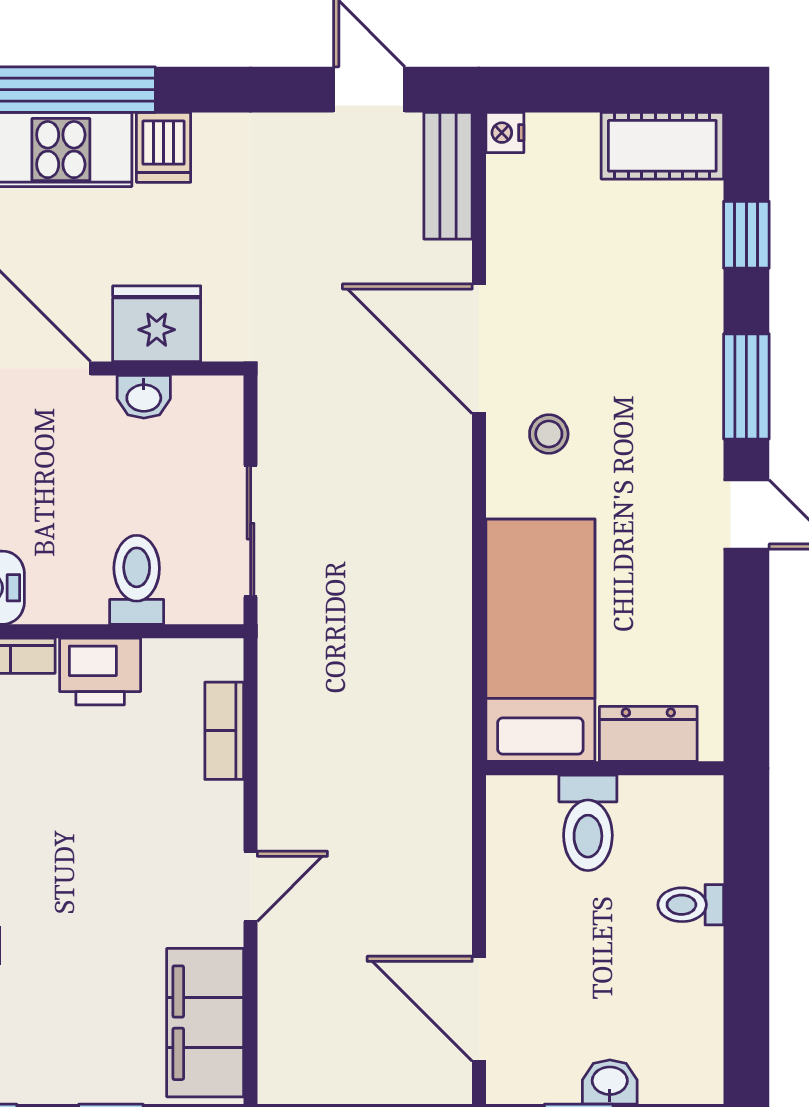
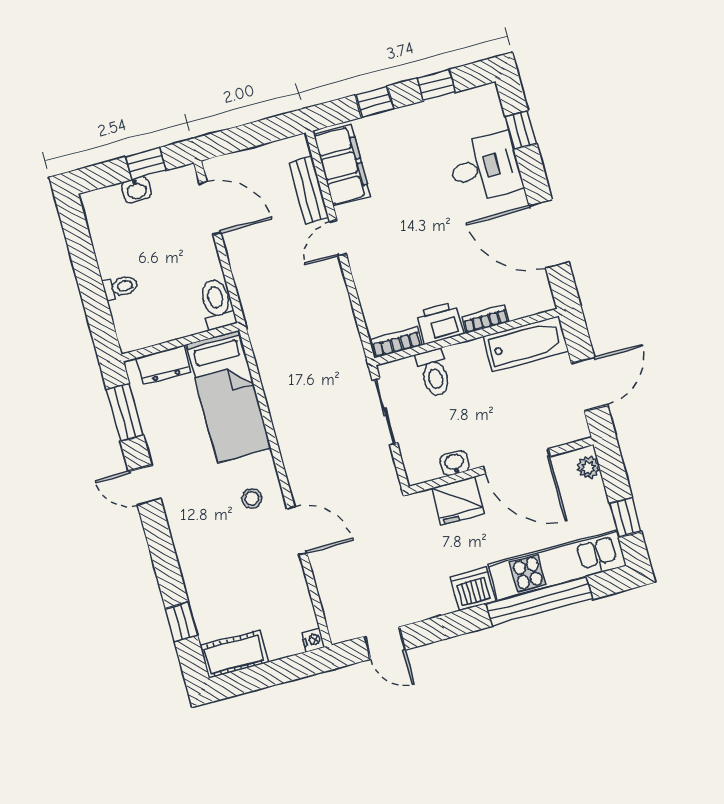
dishwasher: (164, 147) -> (473, 589), width x1.38
bench: (448, 176) -> (309, 190), moved
door: (479, 349) -> (297, 531), width x0.73
window: (746, 386) -> (125, 413), moved
bookcase: (224, 731) -> (396, 342), moved, turned -90
toilet: (588, 823) -> (217, 304), moved

